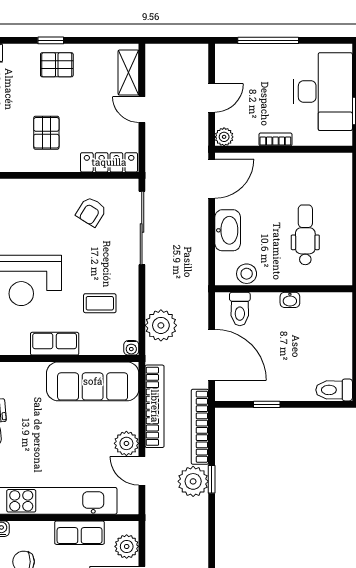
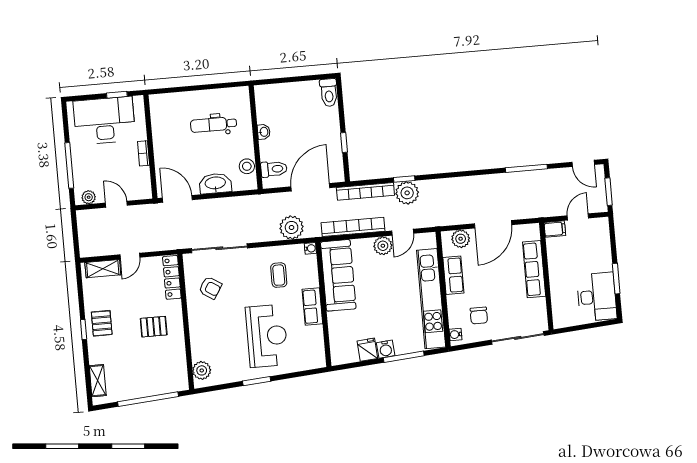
plant: (224, 137) -> (89, 197), moved

